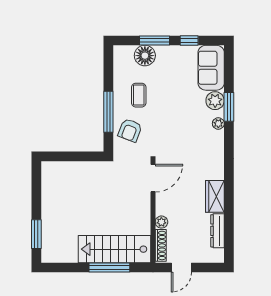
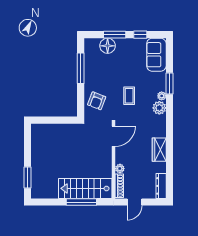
coffee table: (139, 95) -> (129, 96), moved
plant: (215, 101) -> (159, 108), moved
window: (108, 112) -> (81, 68), moved
dresser: (217, 231) -> (161, 186), moved

